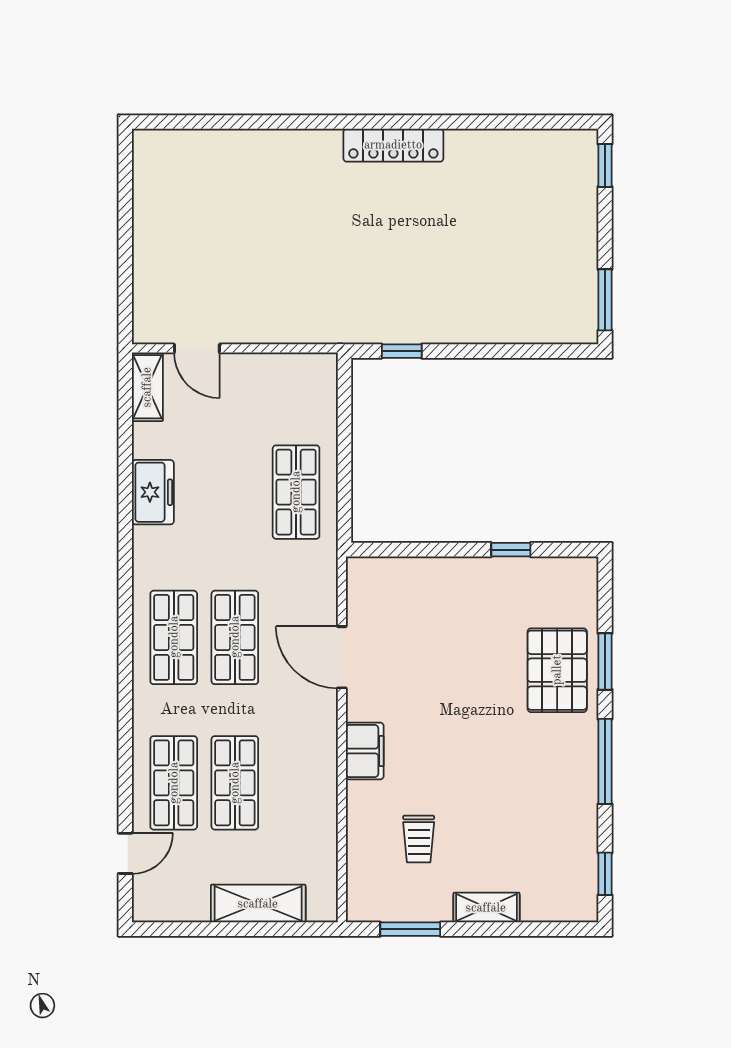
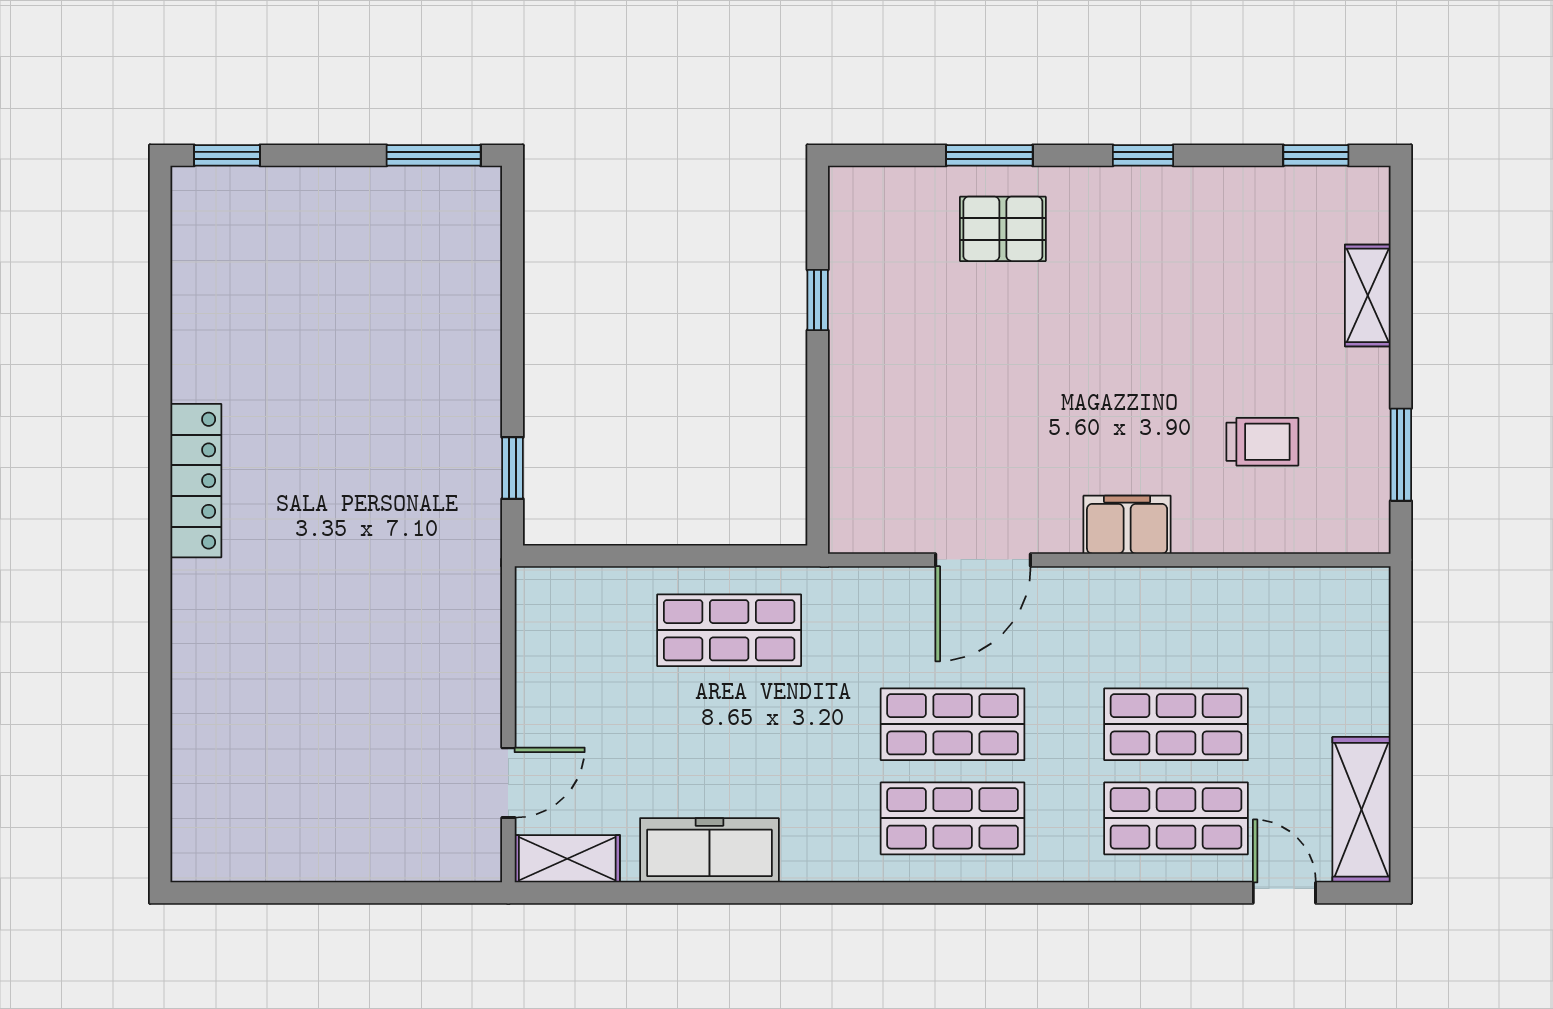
freezer: (153, 492) -> (709, 850), width x1.40
pallet: (557, 670) -> (1003, 229), width x0.67, depth x0.71
window: (605, 761) -> (1143, 155), width x0.46
shelving: (258, 904) -> (1362, 810), moved
shelving: (486, 908) -> (1368, 295), moved

